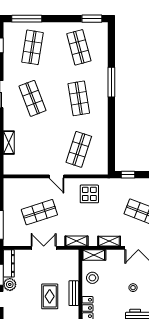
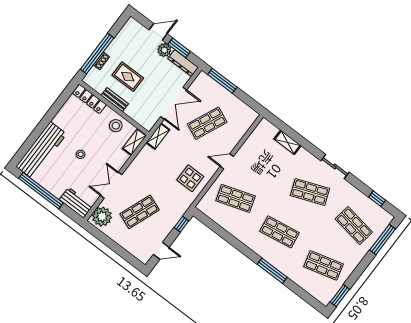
shop shelf: (79, 149) -> (236, 198), turned -36
shop shelf: (39, 212) -> (207, 123), turned 42
shelving: (109, 241) -> (136, 164), removed
double door: (44, 248) -> (174, 103), width x1.37

